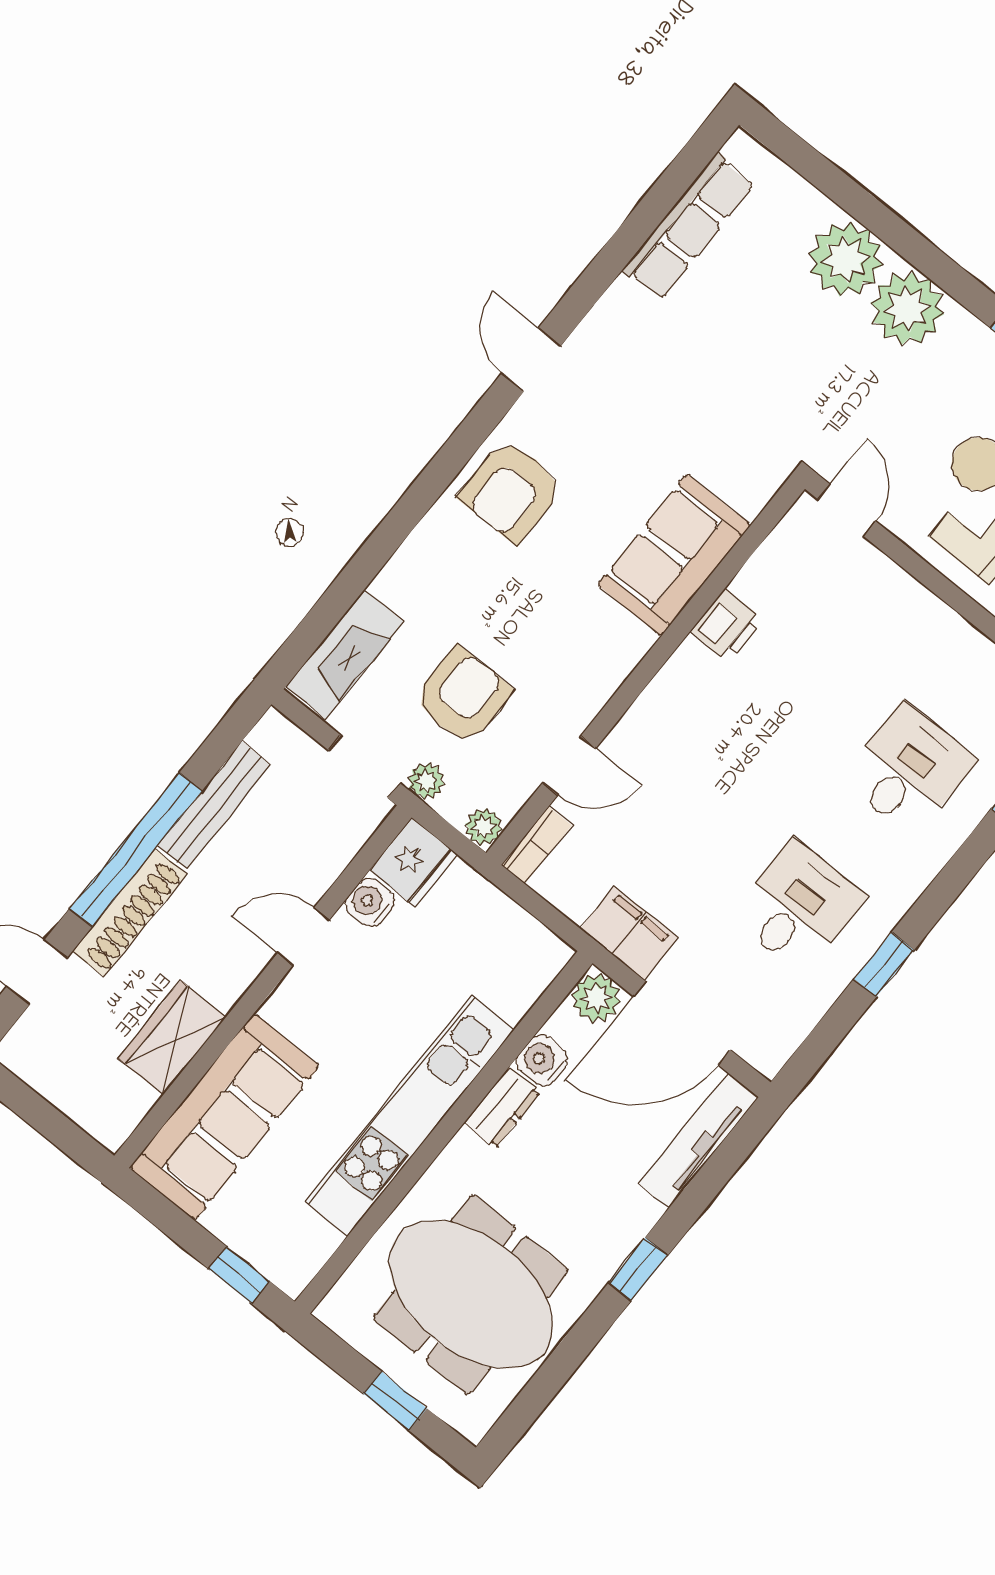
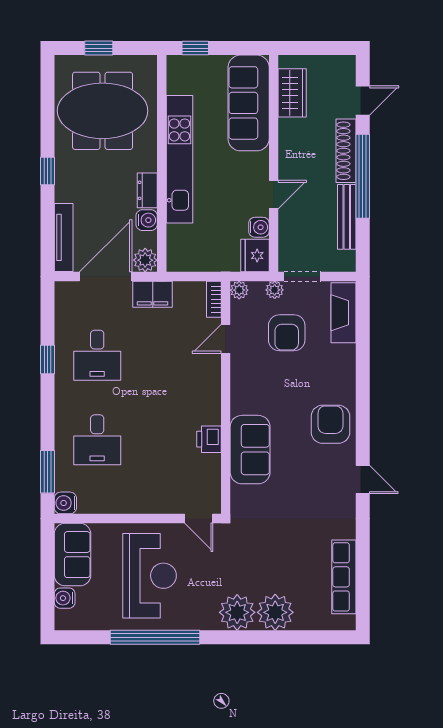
wardrobe: (172, 1038) -> (292, 93), moved

